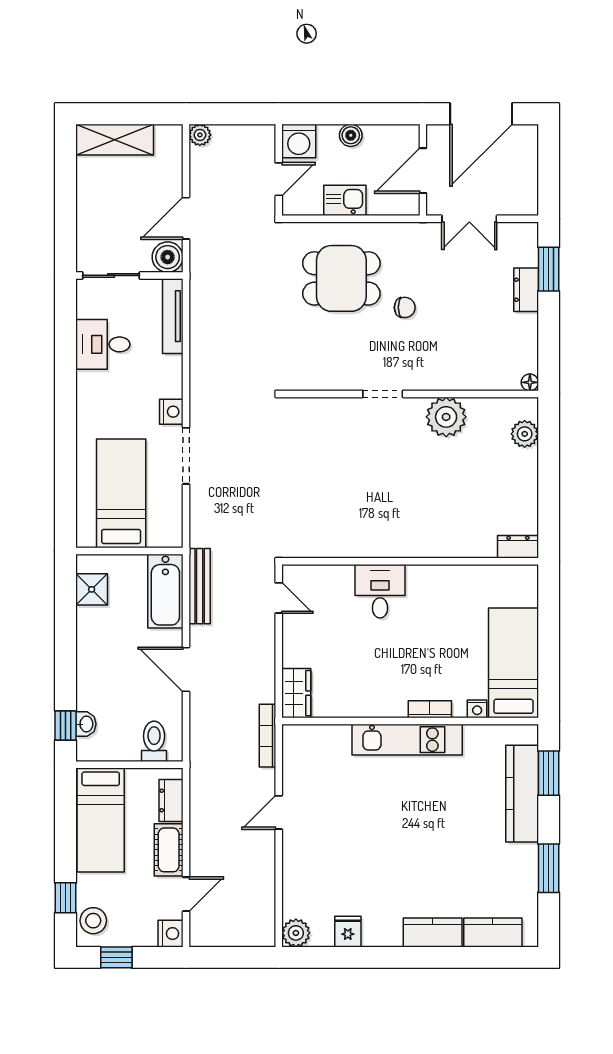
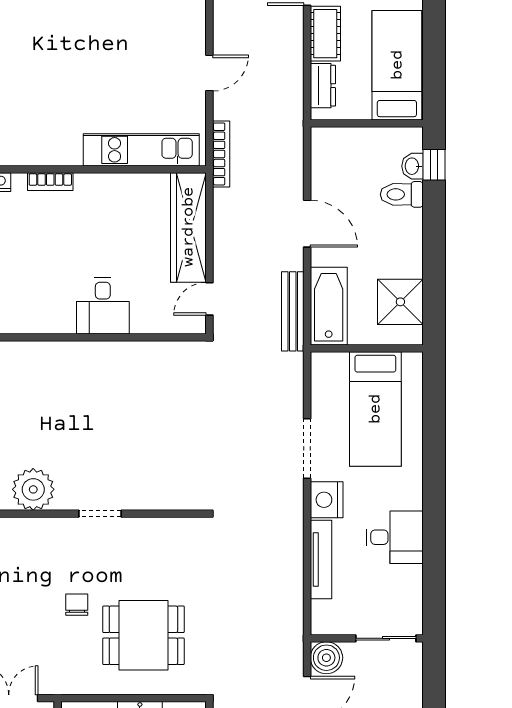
chair: (405, 307) -> (77, 605), turned 90
tv unit: (173, 316) -> (321, 560), moved
desk: (103, 344) -> (395, 537), moved
nightstand: (171, 412) -> (327, 500), width x1.36, depth x1.33
shower: (92, 589) -> (400, 302), width x1.36, depth x1.36
door: (279, 598) -> (209, 299), hinge flipped
wardrobe: (296, 693) -> (188, 227), width x2.10, depth x1.17
kitchen unit: (407, 740) -> (141, 150), moved
toilet: (154, 741) -> (402, 194), moved, turned 90

